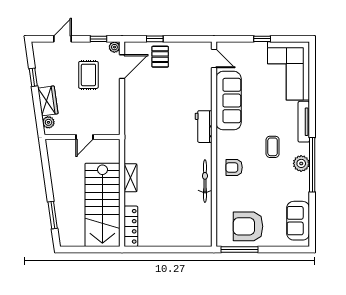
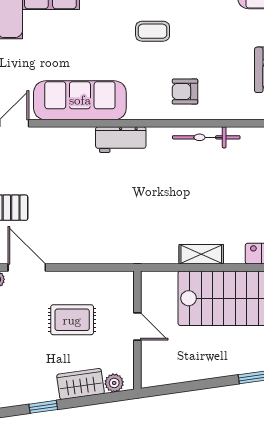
rug: (88, 75) -> (72, 320), moved
armchair: (234, 167) -> (185, 92), turned 90

